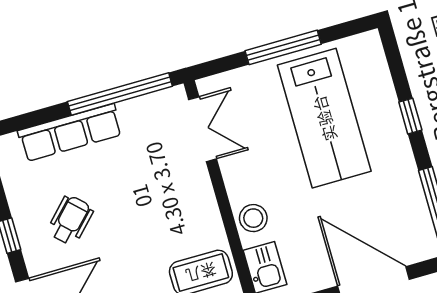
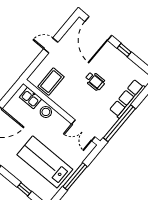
window: (410, 116) -> (24, 189), moved
wheelchair: (70, 220) -> (95, 81), moved, turned -44

